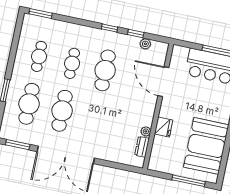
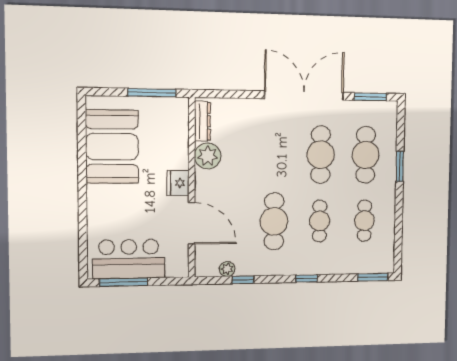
window: (109, 28) -> (306, 279), moved
fridge: (164, 127) -> (178, 183), moved
plant: (146, 131) -> (208, 156), width x1.88, depth x1.88
dresser: (142, 147) -> (202, 121), width x1.44
window: (188, 181) -> (152, 93), moved

